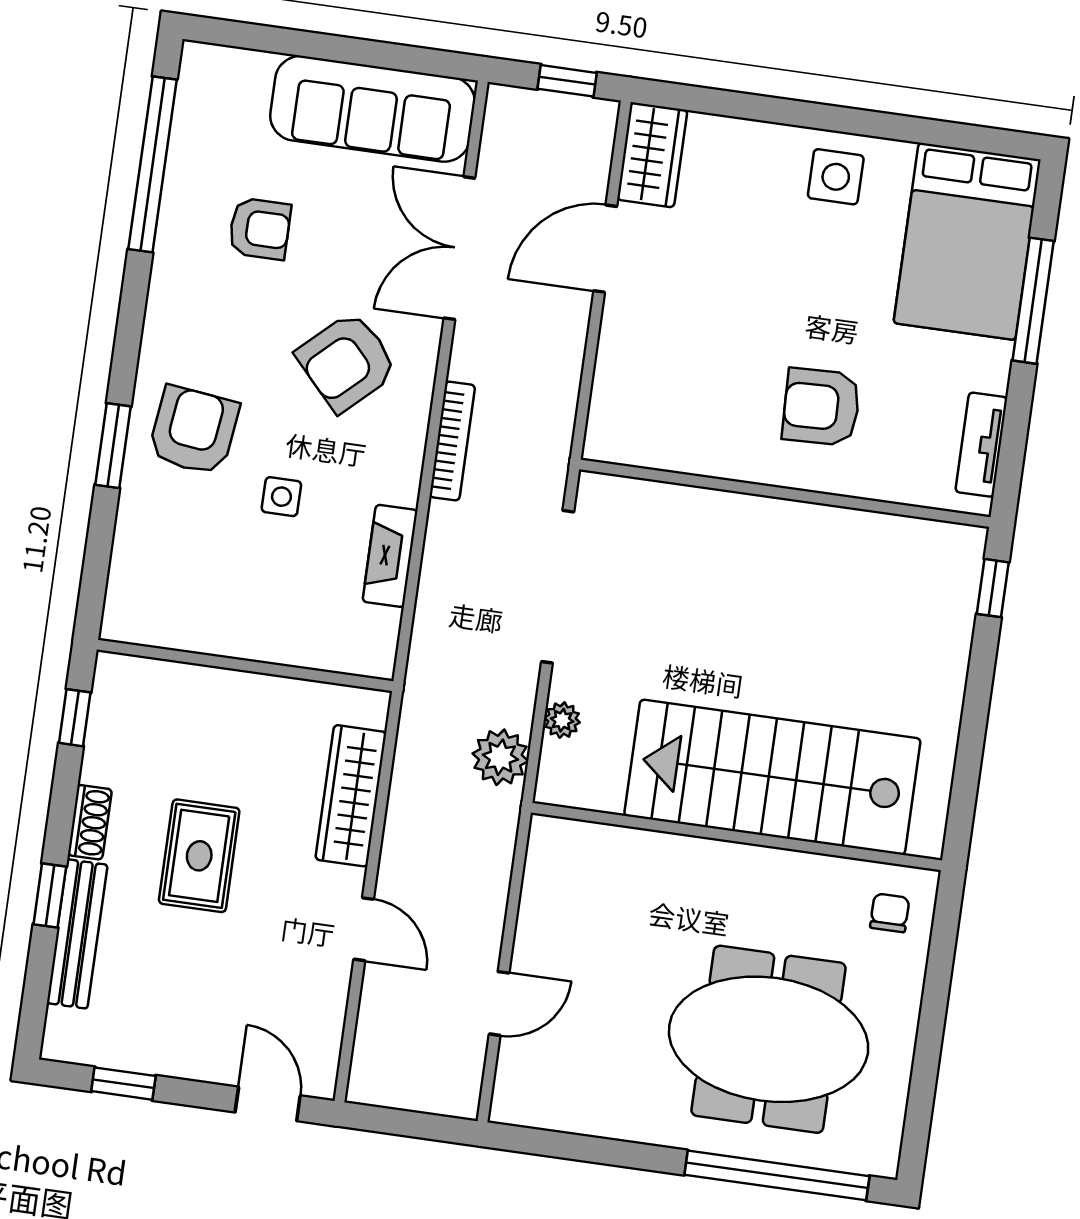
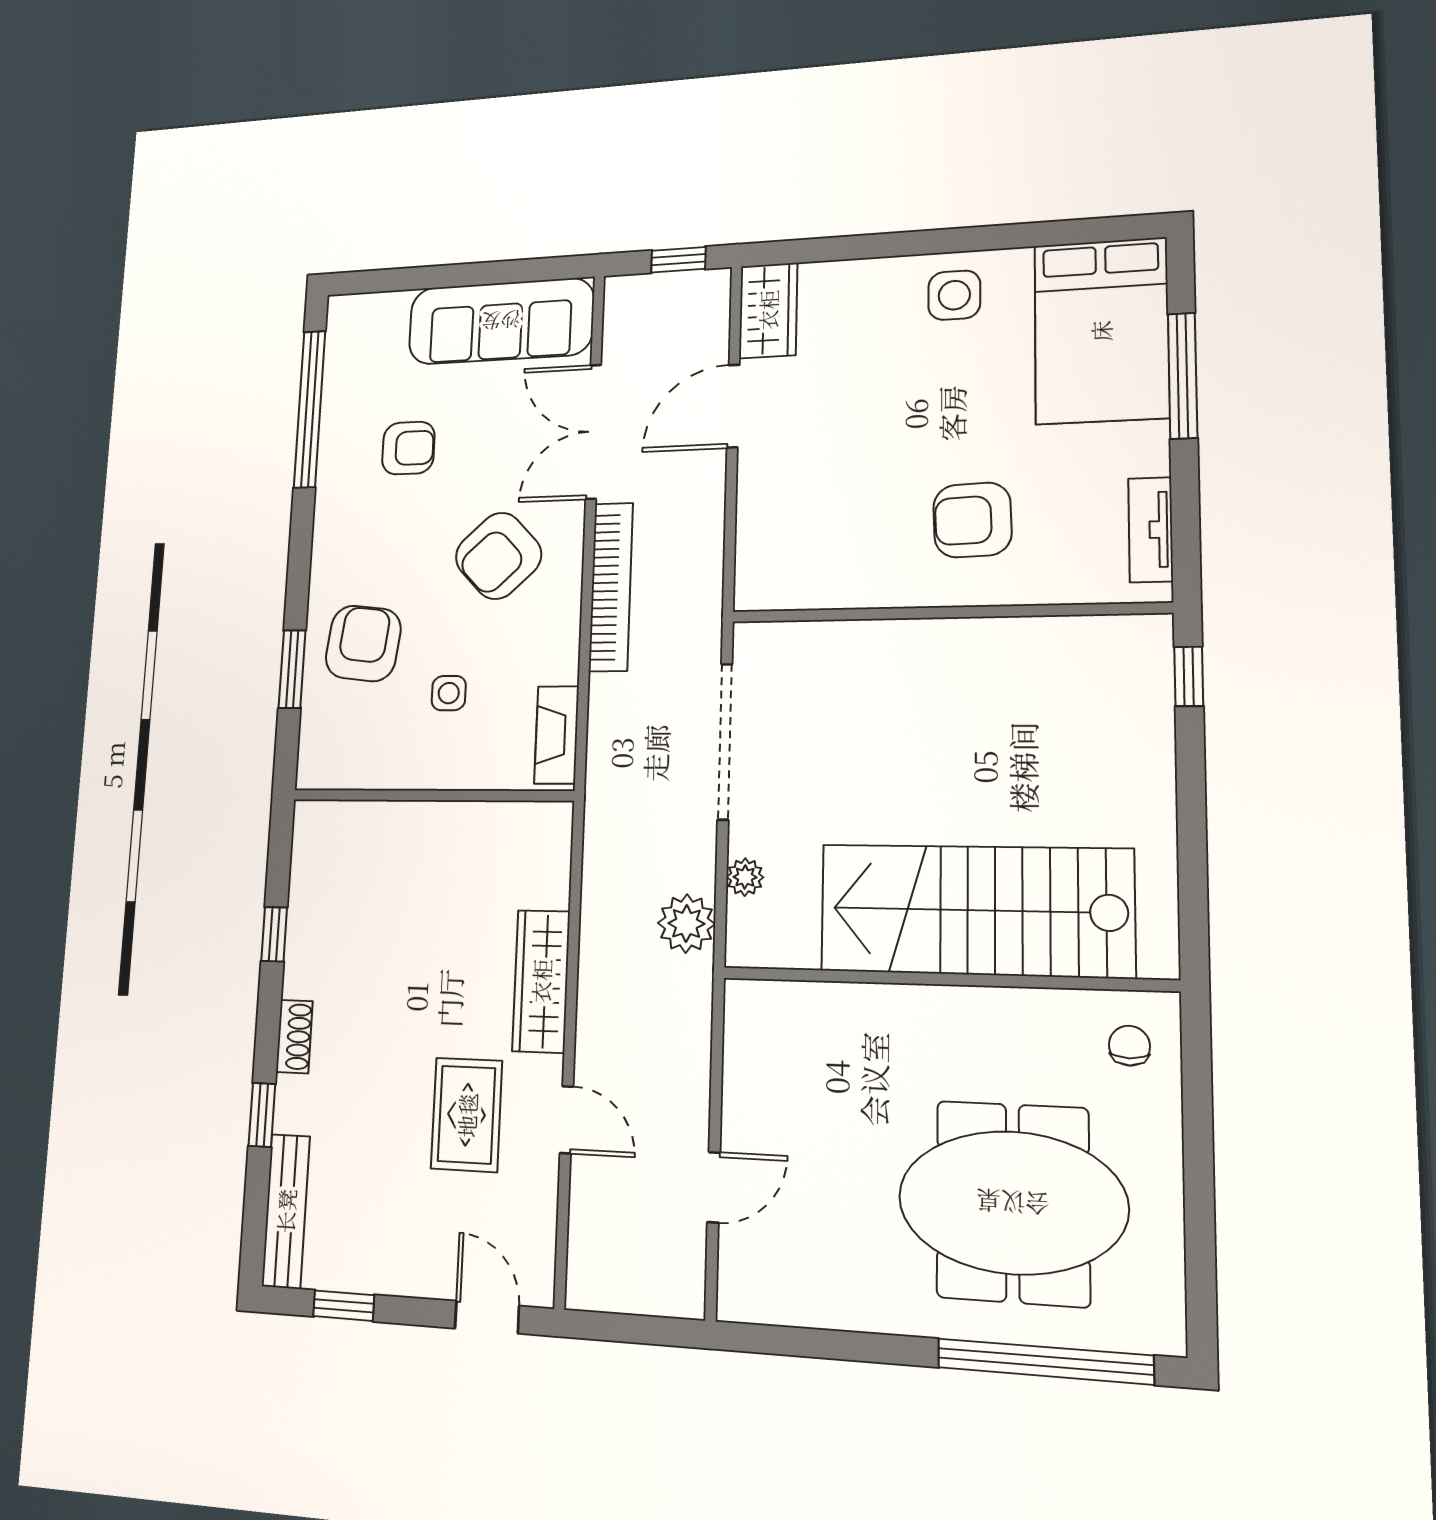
bookcase: (452, 441) -> (611, 587), width x1.48, depth x1.31
wall: (245, 665) -> (432, 795), moved
rug: (199, 856) -> (467, 1115), moved
bench: (77, 934) -> (286, 1211), moved

